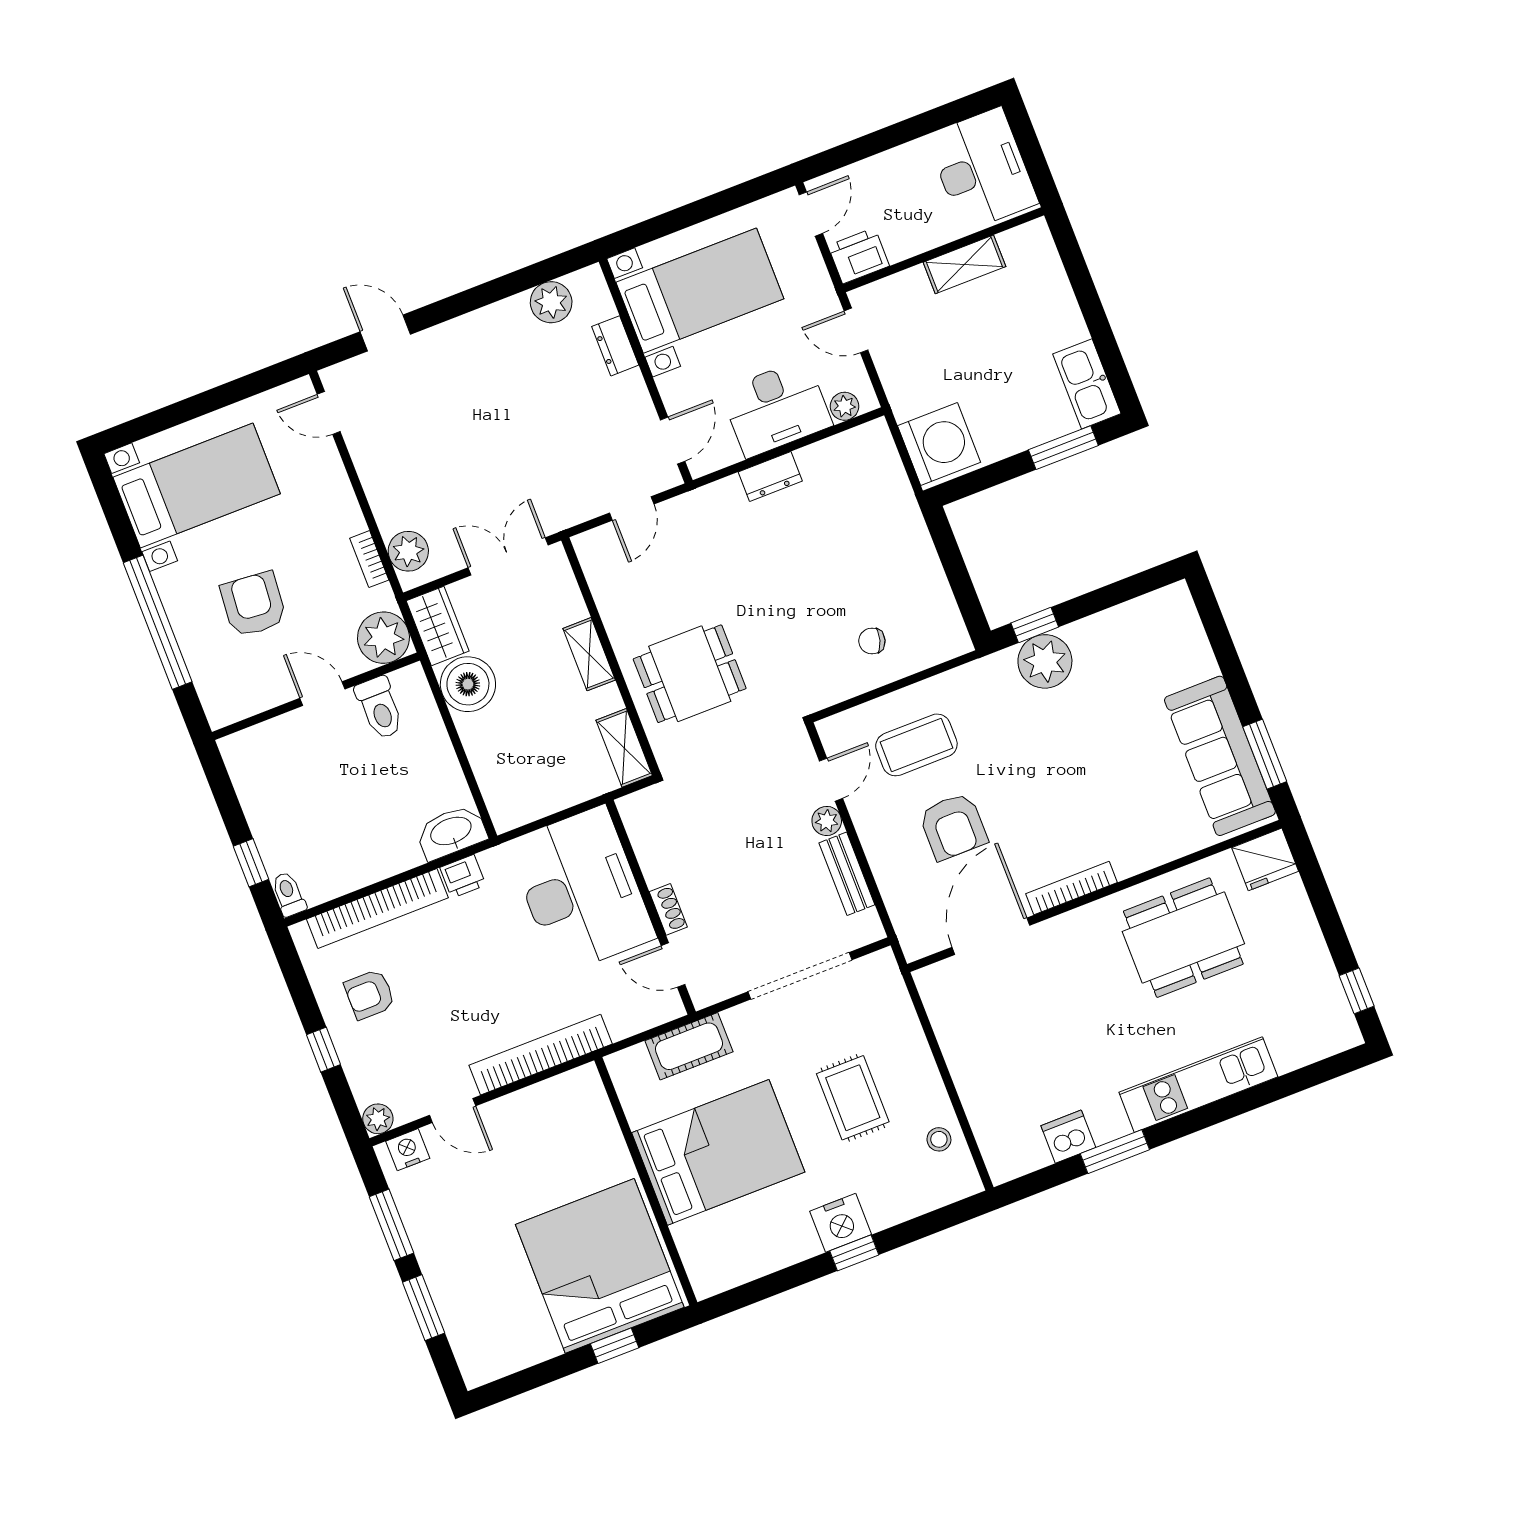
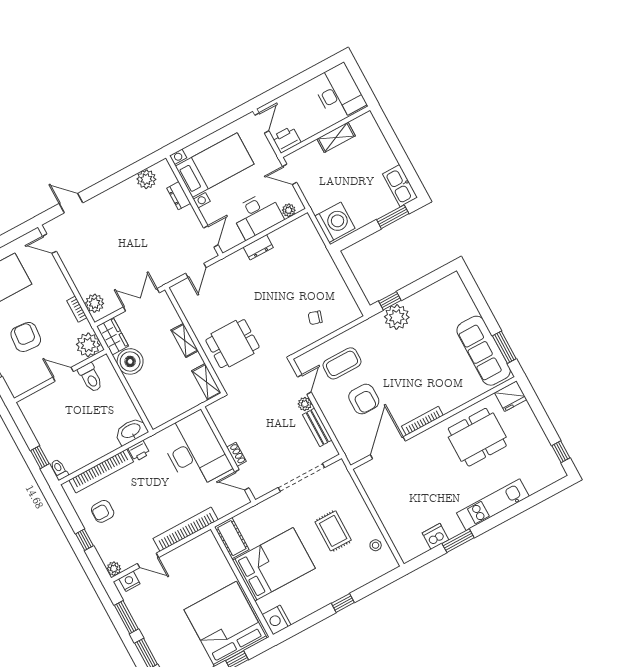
cot: (689, 1046) -> (232, 538), moved, turned 90
nightstand: (841, 1223) -> (277, 620), moved, turned 90

